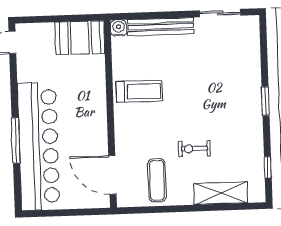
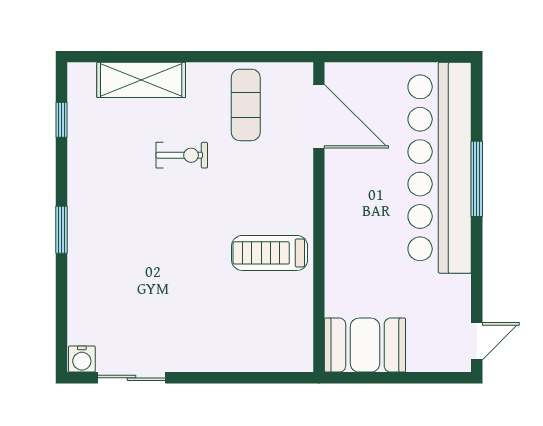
bench: (161, 27) -> (230, 359), removed
water cooler: (119, 28) -> (82, 359), moved

